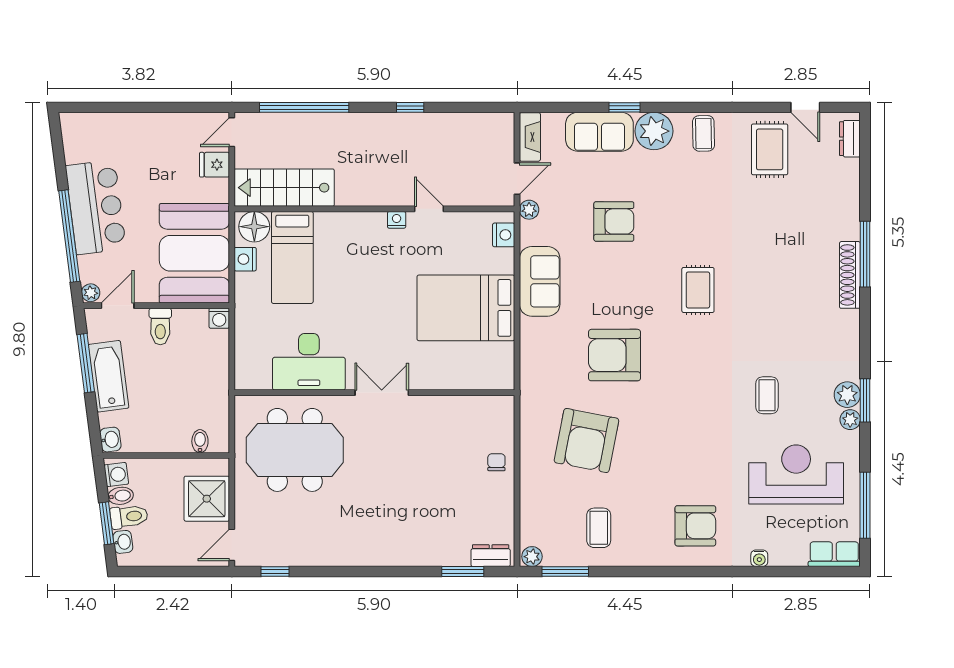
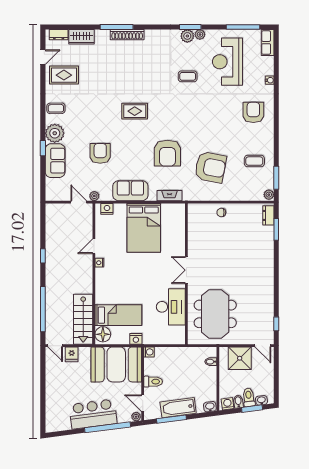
fireplace: (530, 137) -> (169, 196), moved
wardrobe: (846, 184) -> (81, 37), added
nightstand: (245, 259) -> (136, 339), moved

